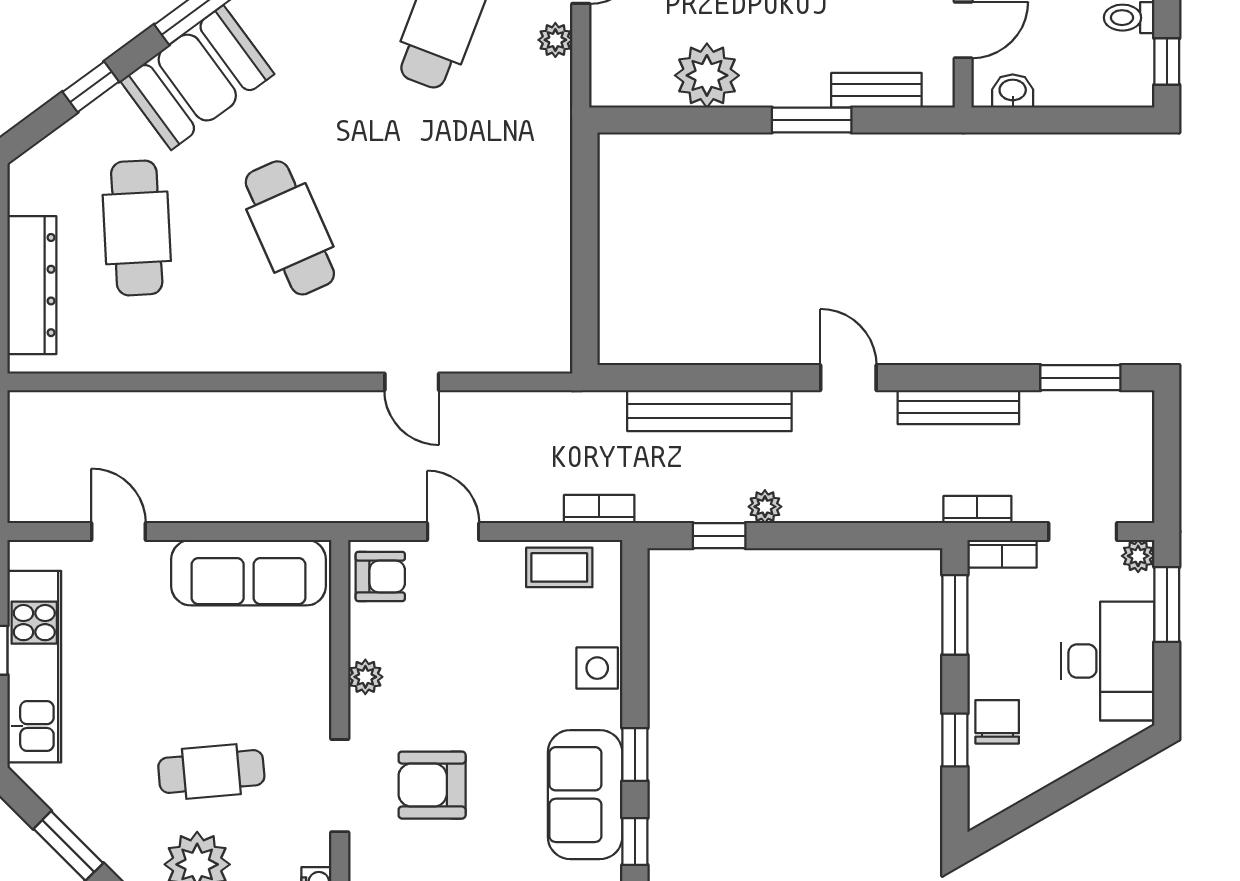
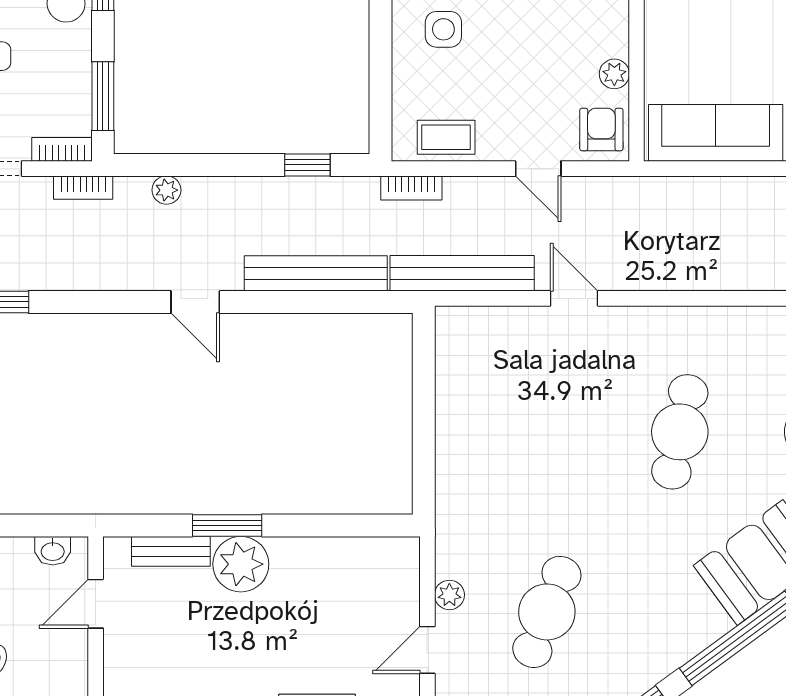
plant: (707, 75) -> (241, 564), moved
cafe table: (290, 228) -> (680, 432), turned 36
bench: (958, 407) -> (462, 273), moved, width x1.37, depth x1.21
plant: (765, 507) -> (166, 190), moved
armchair: (380, 577) -> (601, 129), turned 90
side table: (597, 668) -> (443, 29), moved
plant: (365, 677) -> (614, 74), moved

